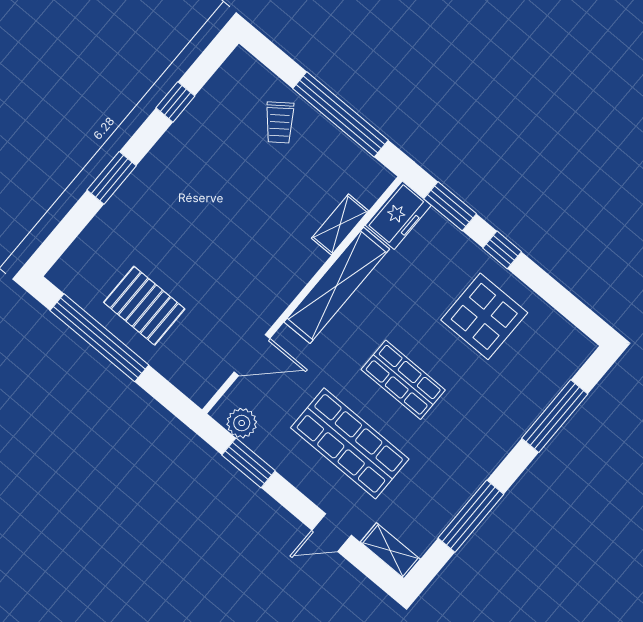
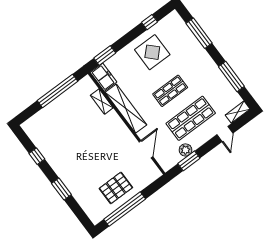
trolley: (280, 122) -> (55, 116), removed
window: (502, 250) -> (149, 22), moved
plant: (242, 423) -> (185, 150), moved

